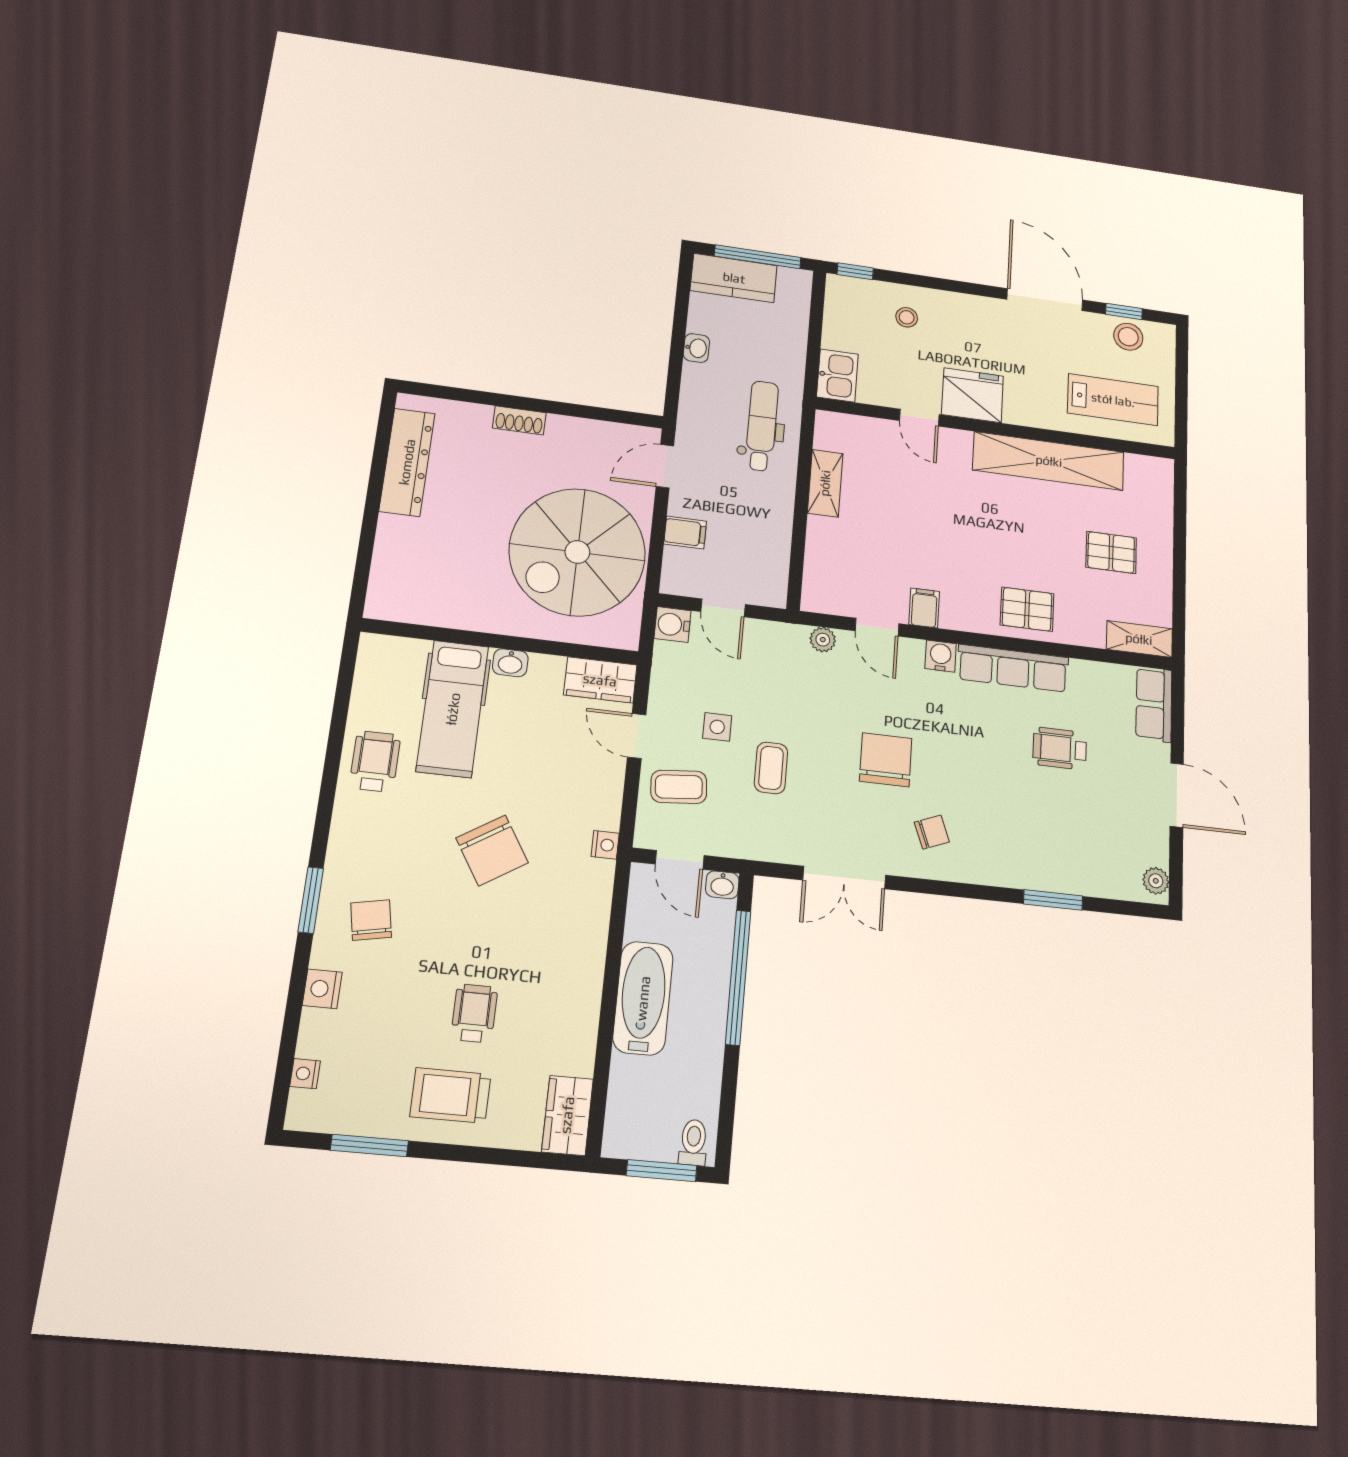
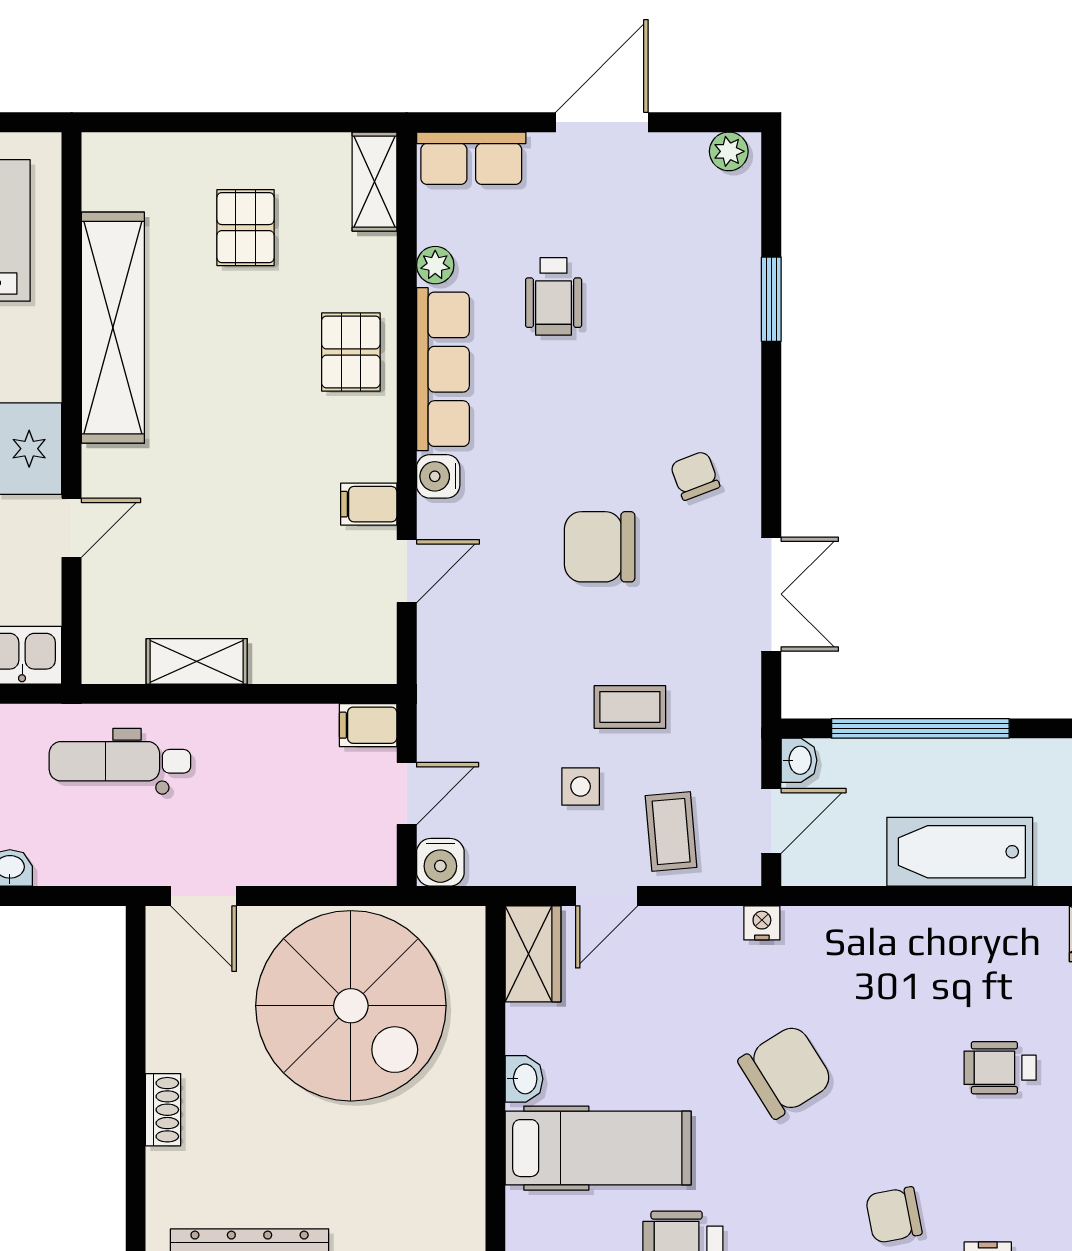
filing cabinet: (685, 533) -> (368, 725), moved, turned -90
plant: (823, 640) -> (435, 265), moved

